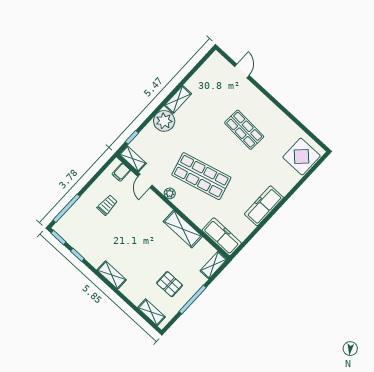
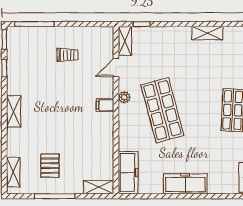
plant: (164, 121) -> (179, 38), removed
filing cabinet: (121, 172) -> (105, 105), moved
shelving: (183, 229) -> (105, 135), removed

